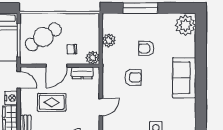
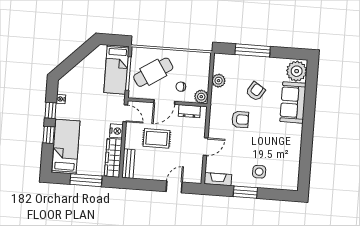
armchair: (146, 48) -> (256, 91), turned 123
sofa: (184, 78) -> (293, 102), moved

